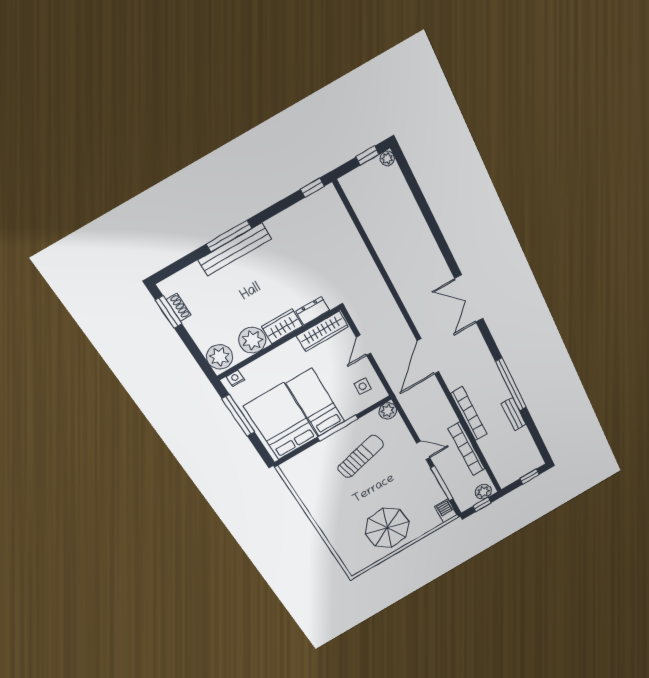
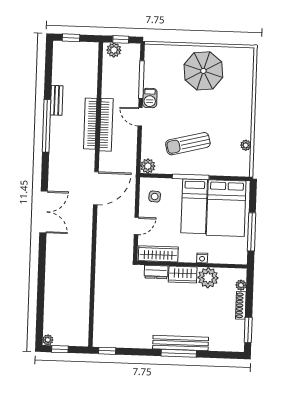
shoe rack: (178, 307) -> (241, 305), moved, width x1.43
plant: (220, 357) -> (241, 285), width x0.53, depth x0.53
nightstand: (235, 378) -> (202, 258), moved
bookcase: (467, 449) -> (106, 125), moved
plant: (302, 491) -> (246, 145), added
barbecue: (446, 511) -> (150, 98), moved

